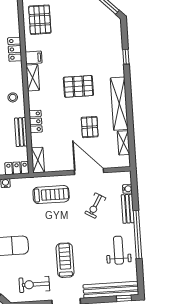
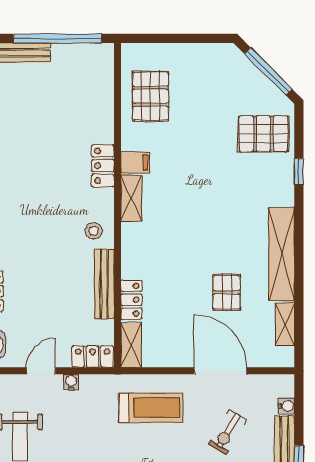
locker: (15, 49) -> (103, 166), moved
pallet: (78, 86) -> (263, 134), moved
locker: (36, 121) -> (131, 300), moved
bench: (21, 132) -> (104, 284), width x1.36

